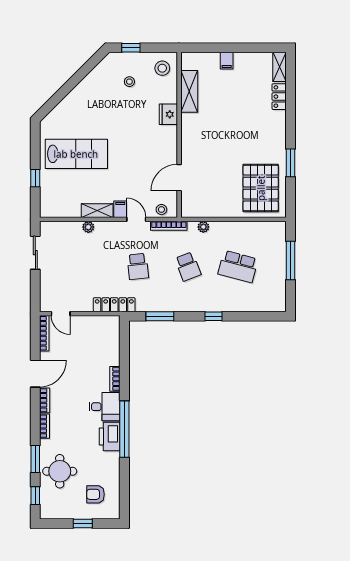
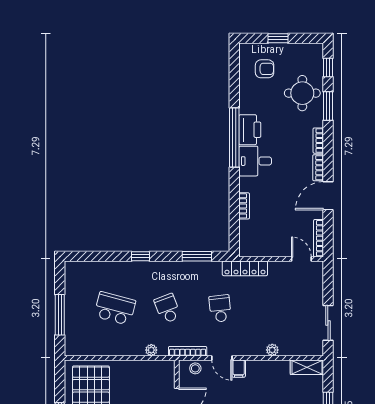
shelving: (97, 211) -> (307, 367), moved
bookcase: (115, 379) -> (244, 206), moved

